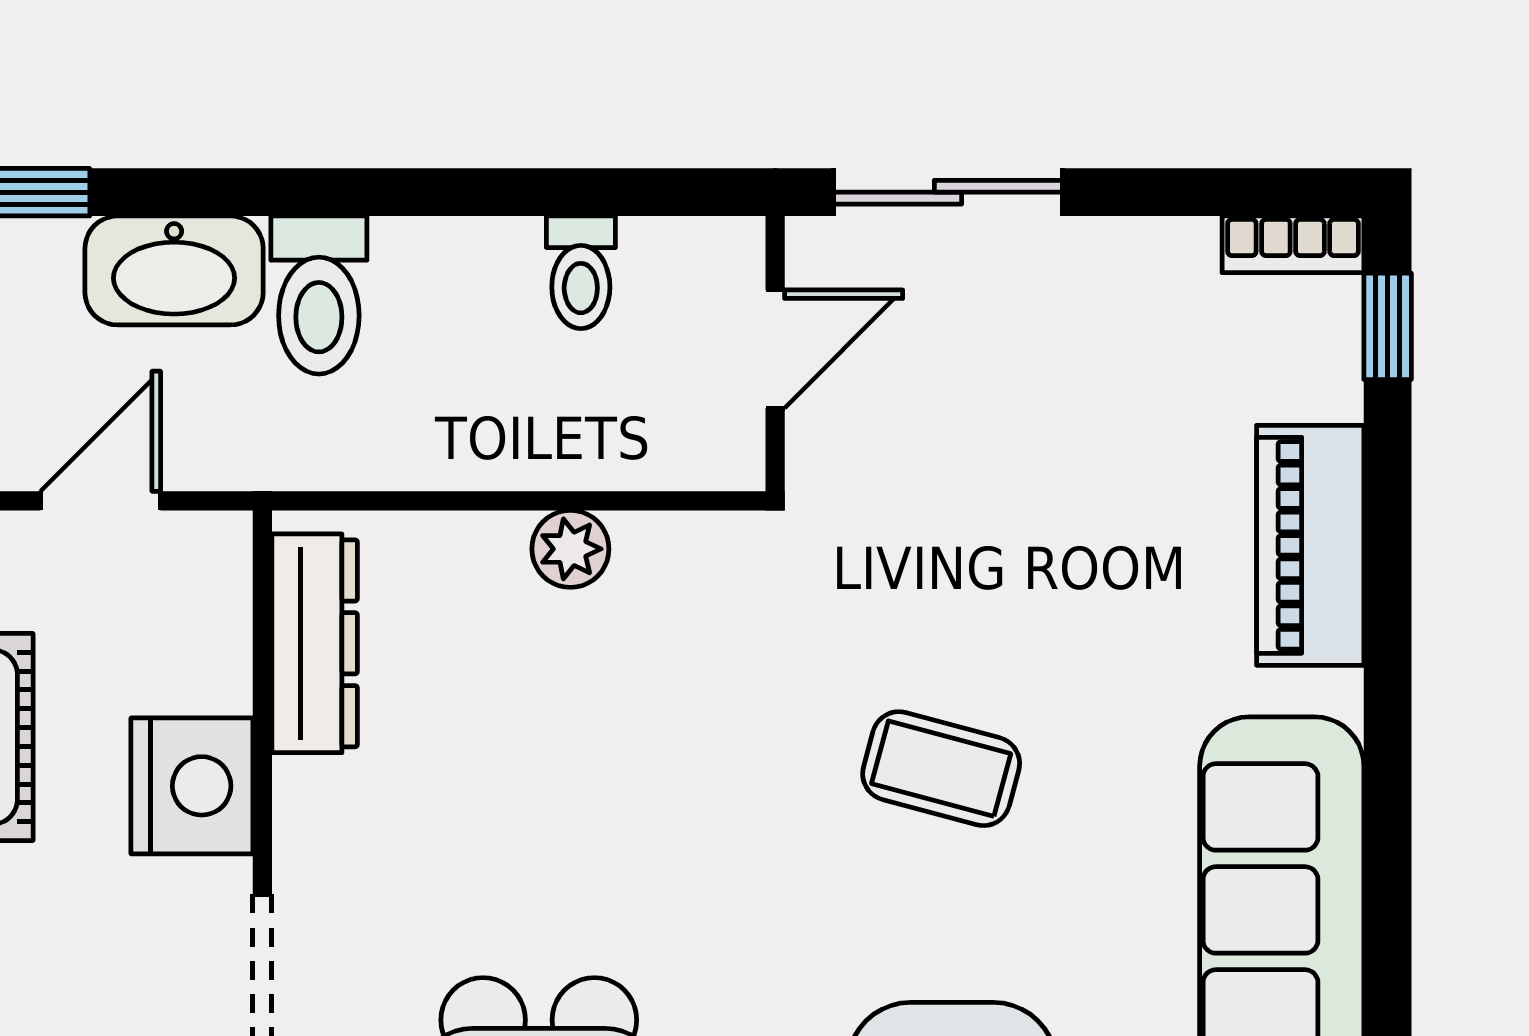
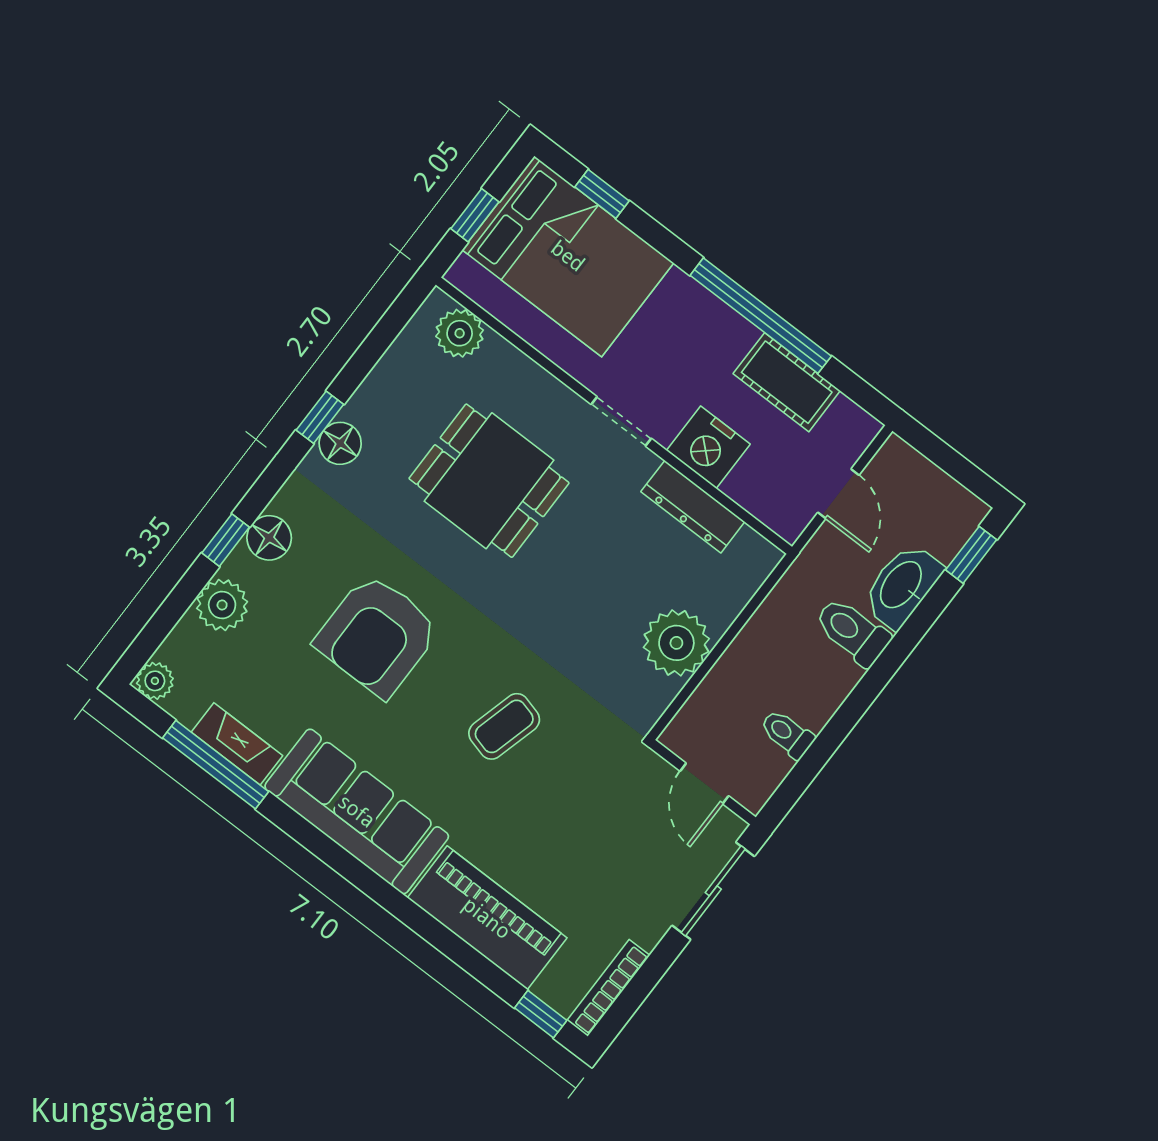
bookcase: (1293, 244) -> (608, 988), width x1.56
piano: (1310, 545) -> (487, 918), width x1.37, depth x1.33
plant: (570, 549) -> (676, 643), width x1.88, depth x1.88
dresser: (315, 643) -> (693, 507), moved

